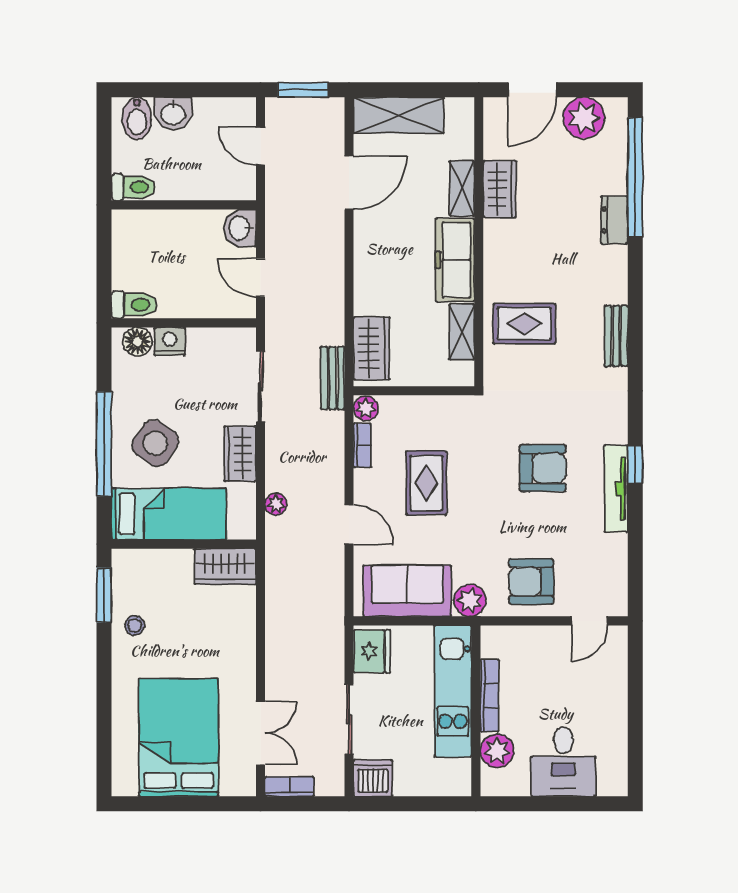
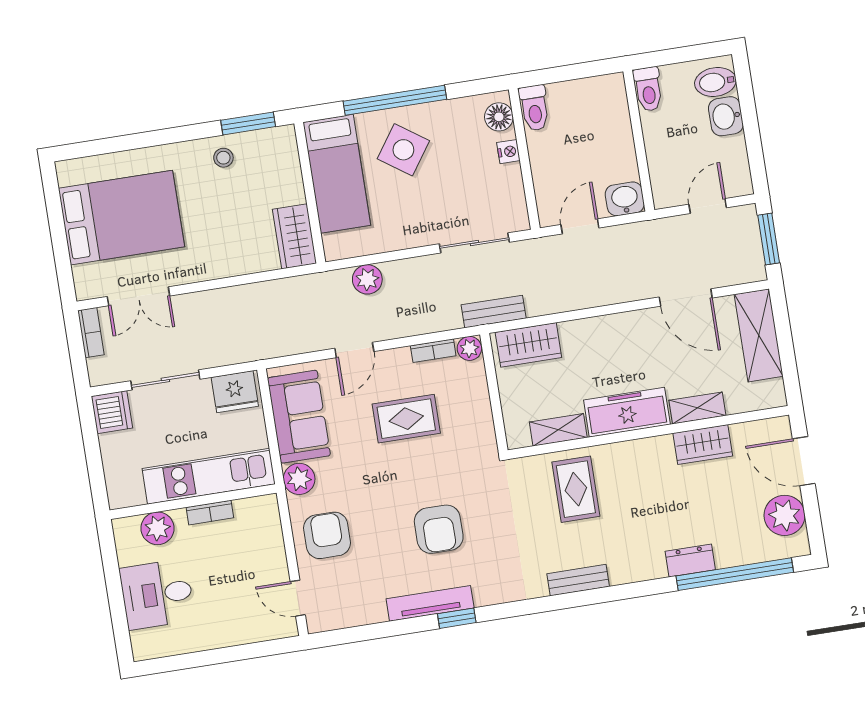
nightstand: (170, 341) -> (508, 152), width x0.72, depth x0.74
wardrobe: (240, 454) -> (406, 234), removed
plant: (276, 504) -> (367, 279), width x1.38, depth x1.38
bookcase: (489, 696) -> (210, 513), width x0.64

